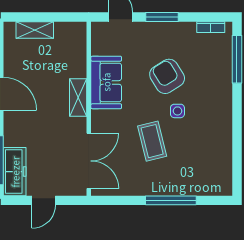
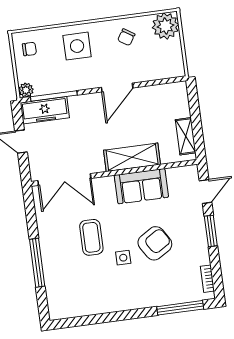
shelving: (35, 30) -> (186, 136), moved
shelving: (78, 98) -> (132, 157), width x1.50, depth x1.33
coffee table: (152, 141) -> (91, 237), turned -76

